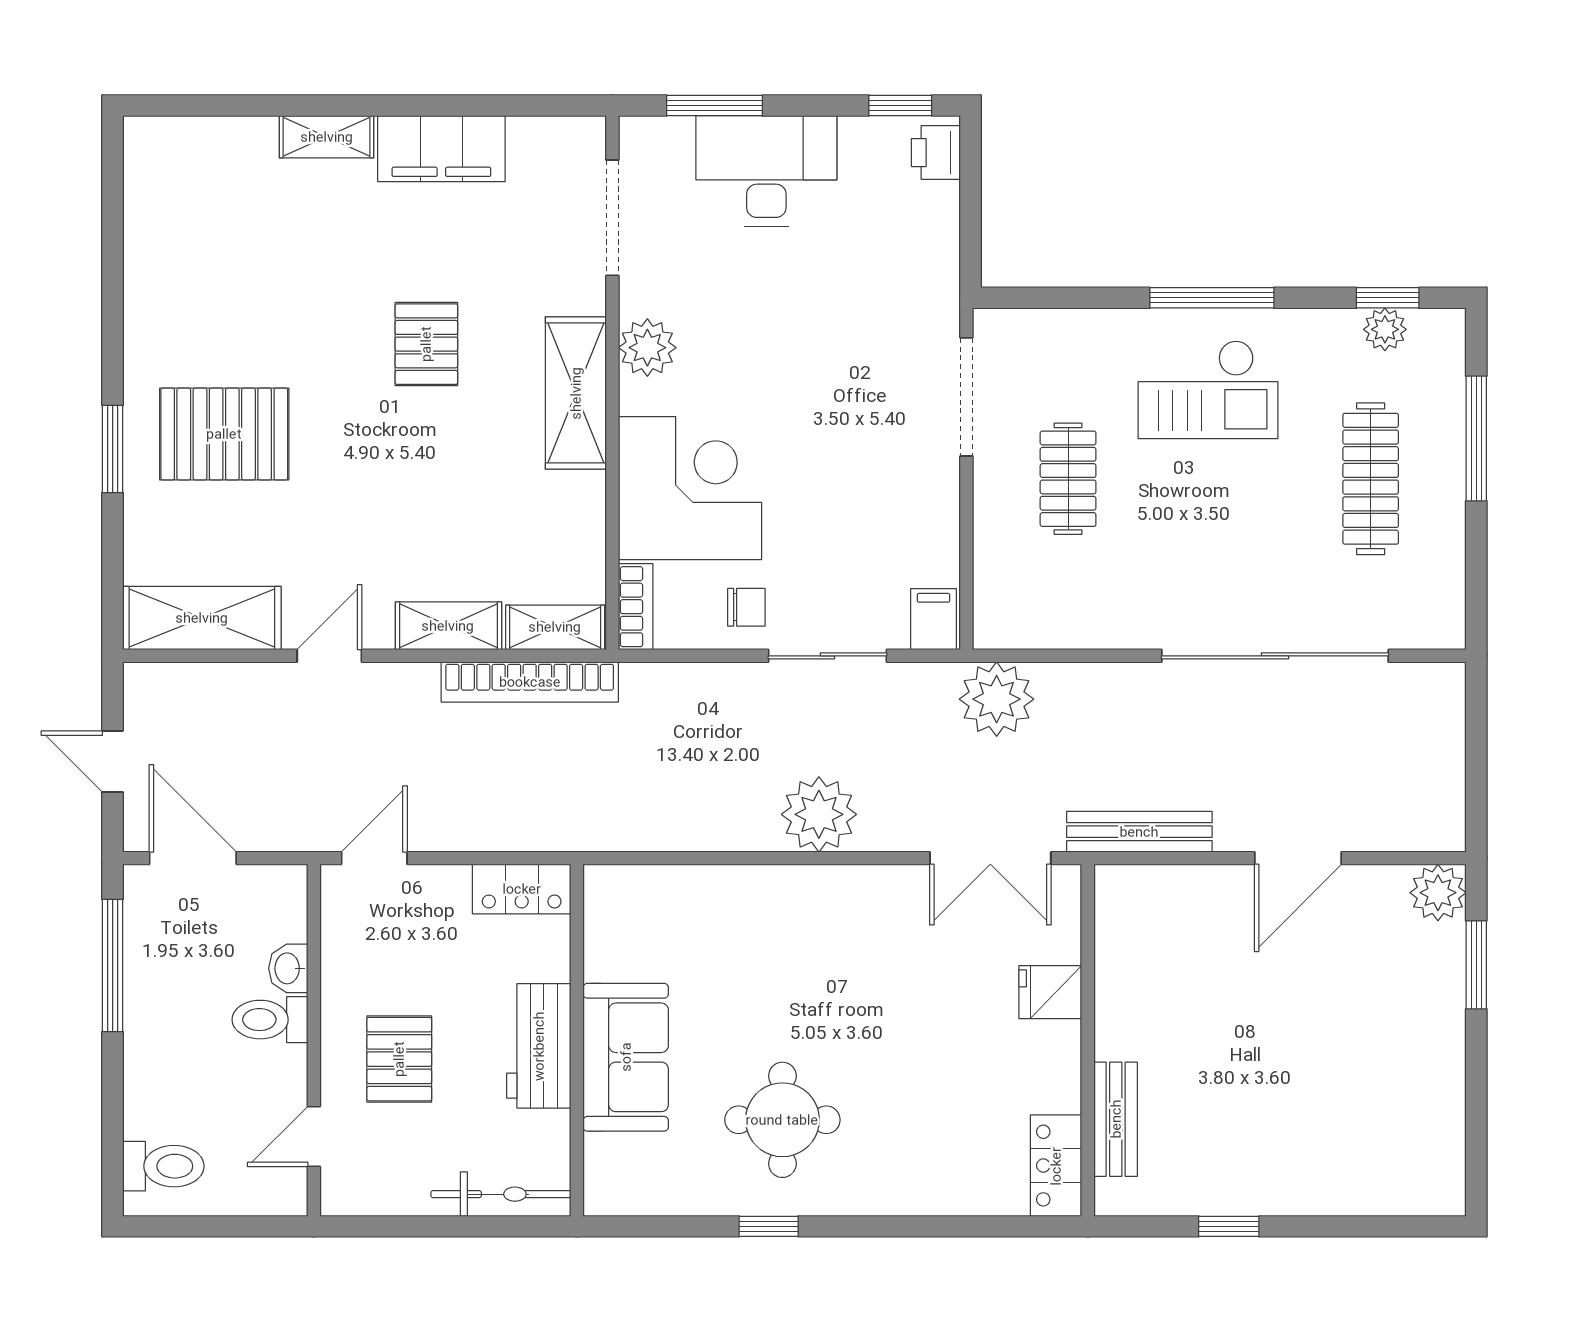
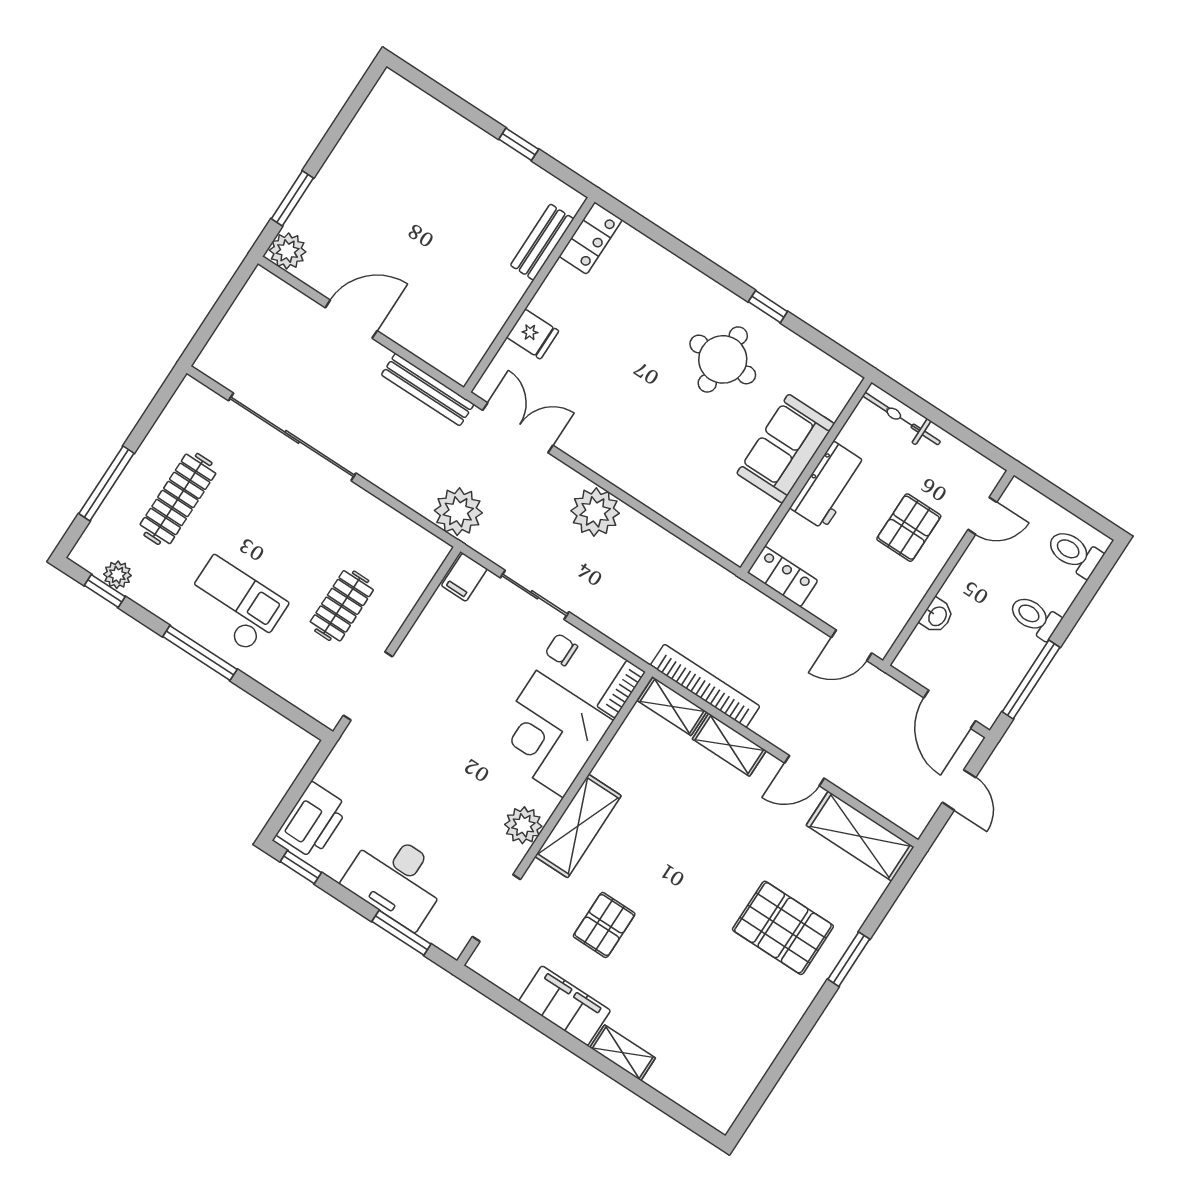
printer: (936, 153) -> (313, 821), width x1.87, depth x1.48
pallet: (426, 344) -> (604, 925), moved
toilet: (270, 1020) -> (1035, 617), moved, turned 180

